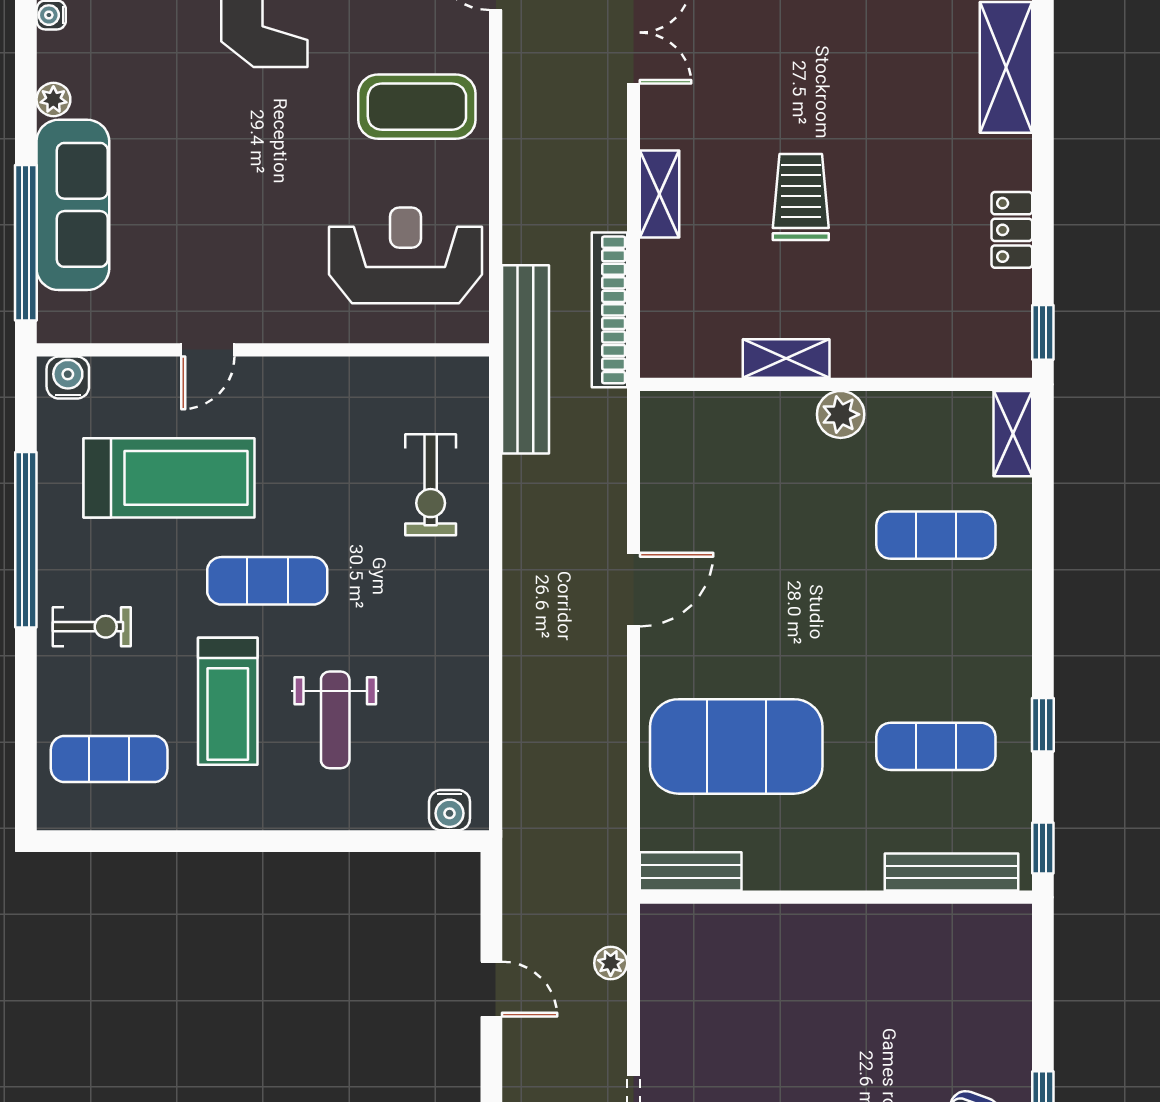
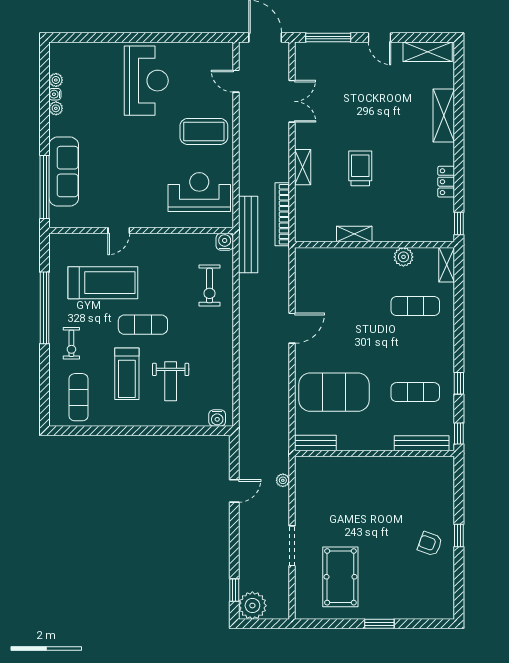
plant: (53, 99) -> (56, 108), moved
water cooler: (68, 378) -> (225, 242), moved
plant: (841, 414) -> (403, 257), moved
exercise bike: (92, 627) -> (71, 343), turned 90
exercise mat: (109, 759) -> (79, 397), turned 90
door: (491, 989) -> (234, 491), hinge flipped

